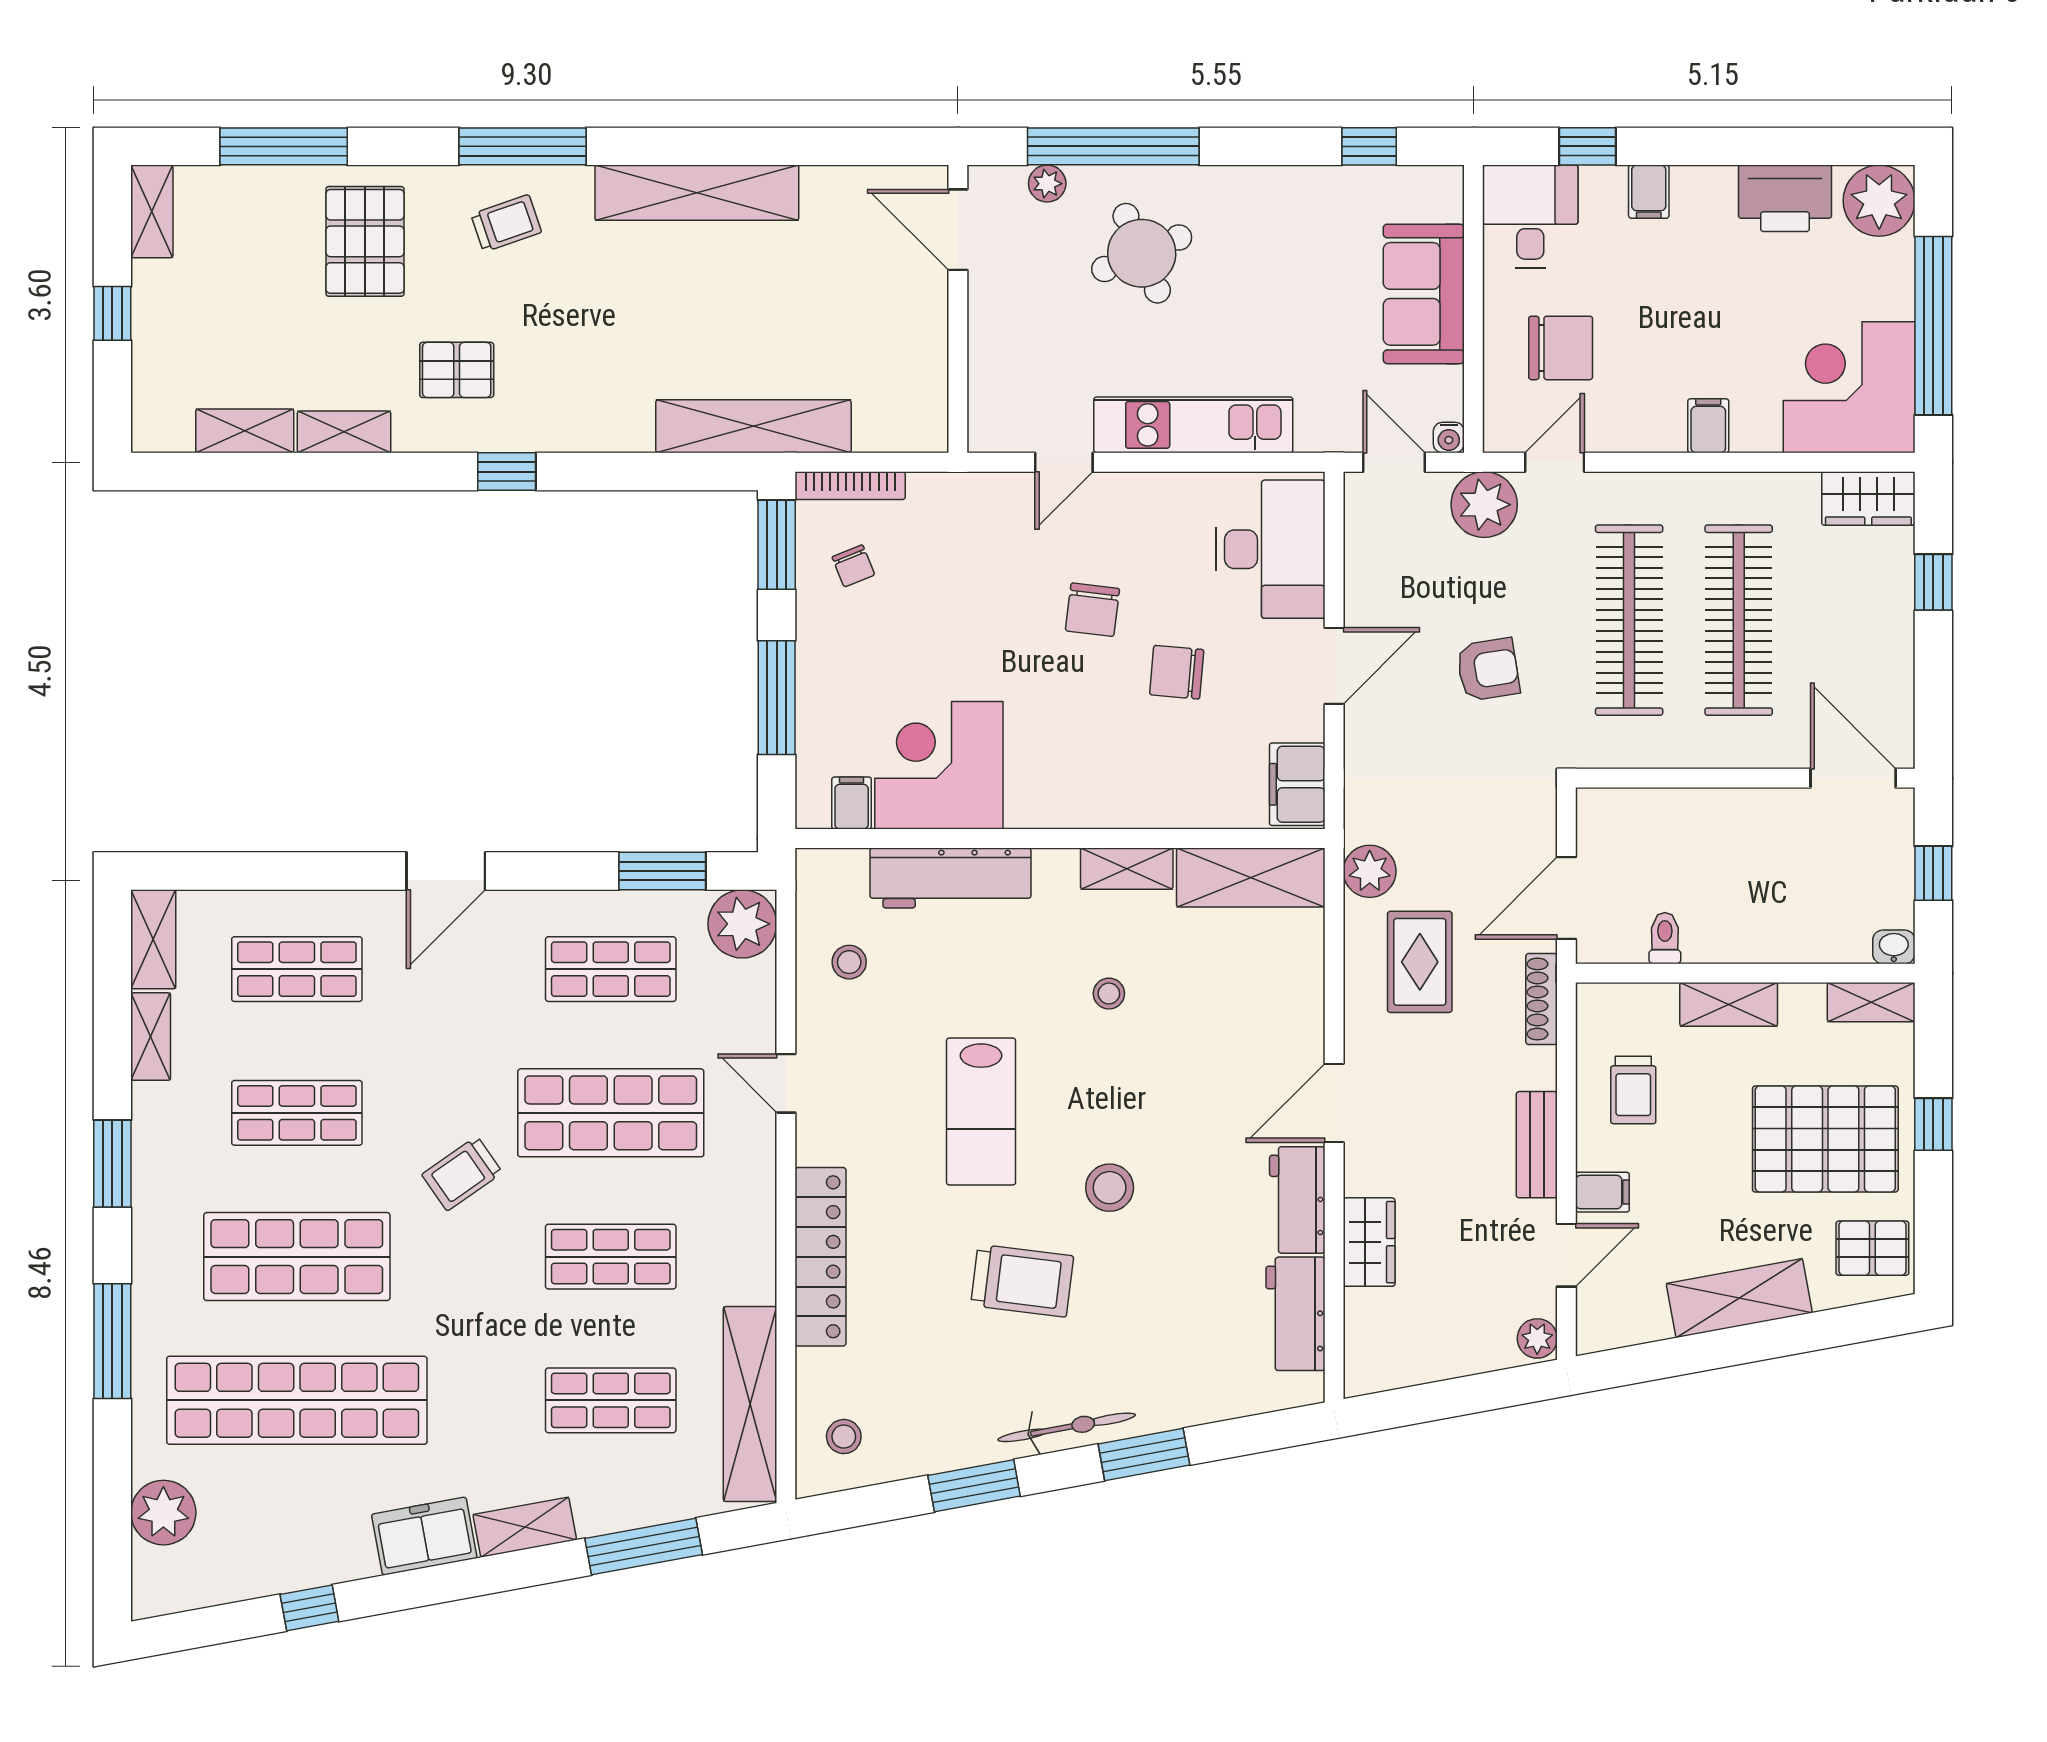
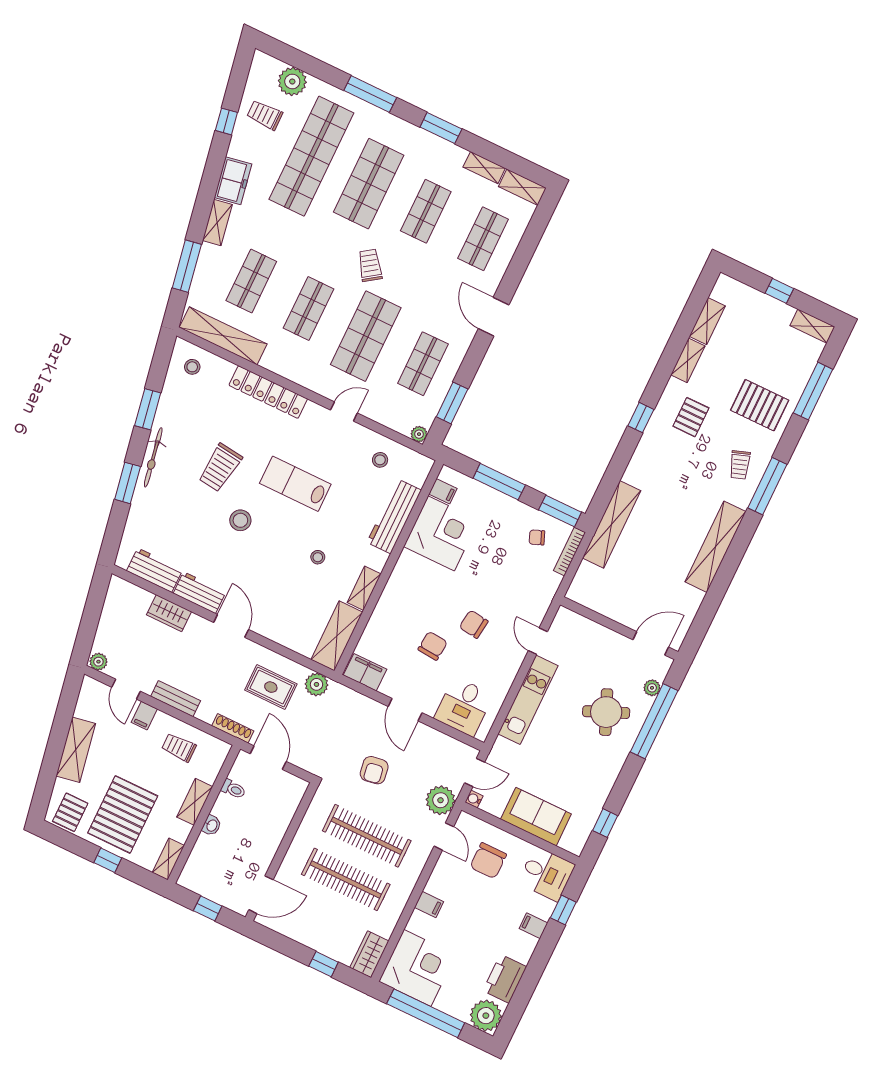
desk: (1270, 549) -> (464, 707), width x0.73
plant: (742, 924) -> (419, 434), width x0.53, depth x0.53
washbasin: (1894, 947) -> (212, 825), moved
trolley: (259, 1536) -> (265, 115), added

